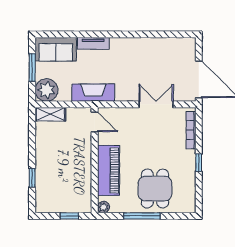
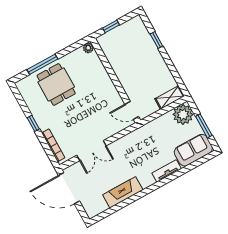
fireplace: (93, 93) -> (123, 192), moved, turned 180
piano: (109, 170) -> (100, 79), removed
window: (142, 216) -> (42, 64), moved

